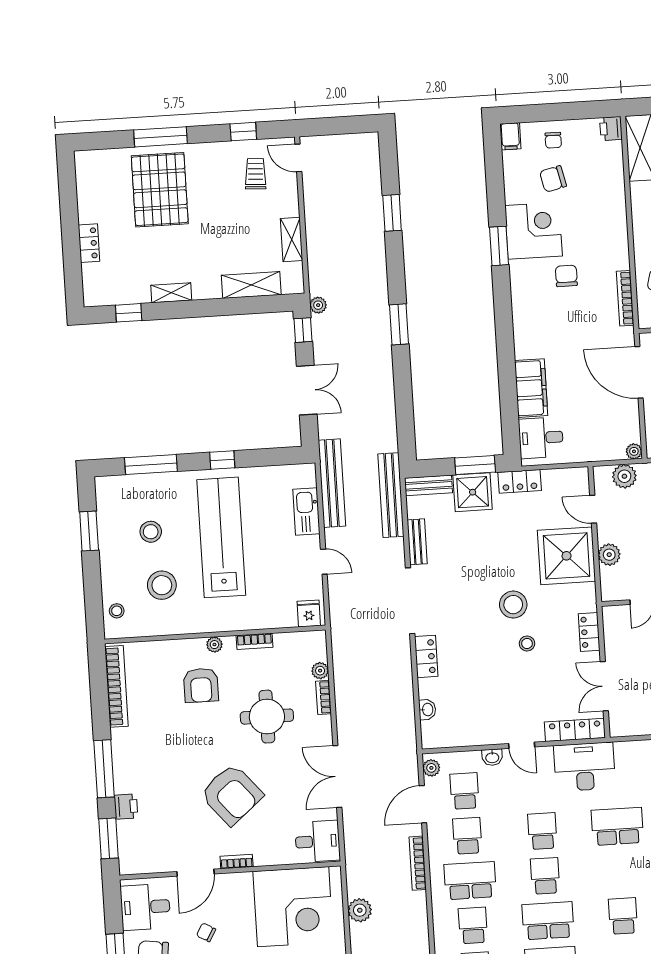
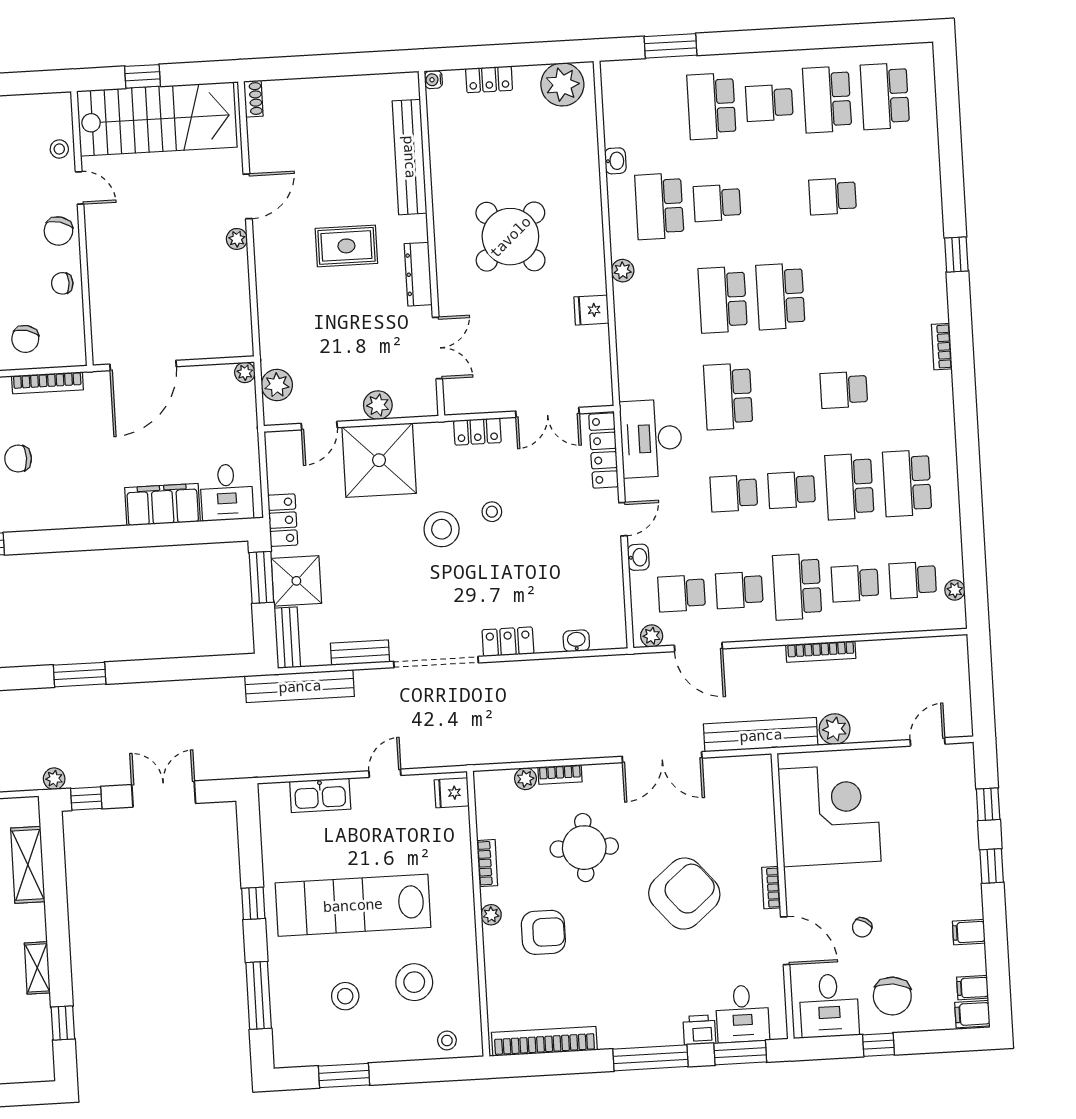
bench: (332, 483) -> (761, 735), moved
desk: (318, 841) -> (742, 1014), moved, turned 180
bookcase: (418, 863) -> (821, 651), moved

